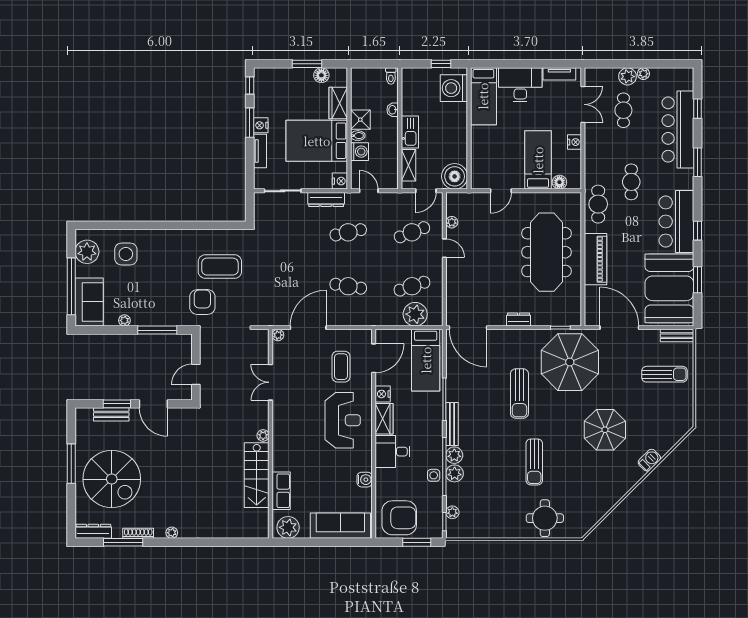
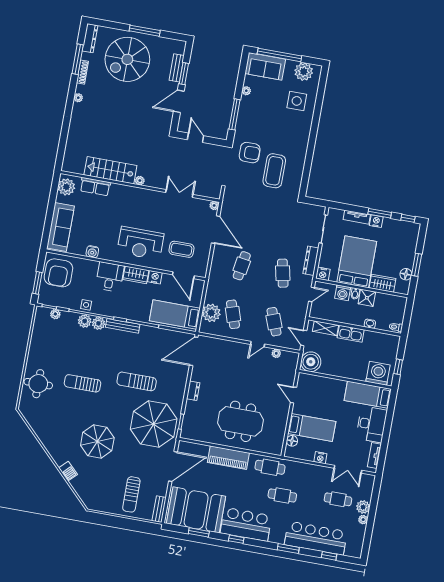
meeting table: (546, 252) -> (240, 421), width x0.73

